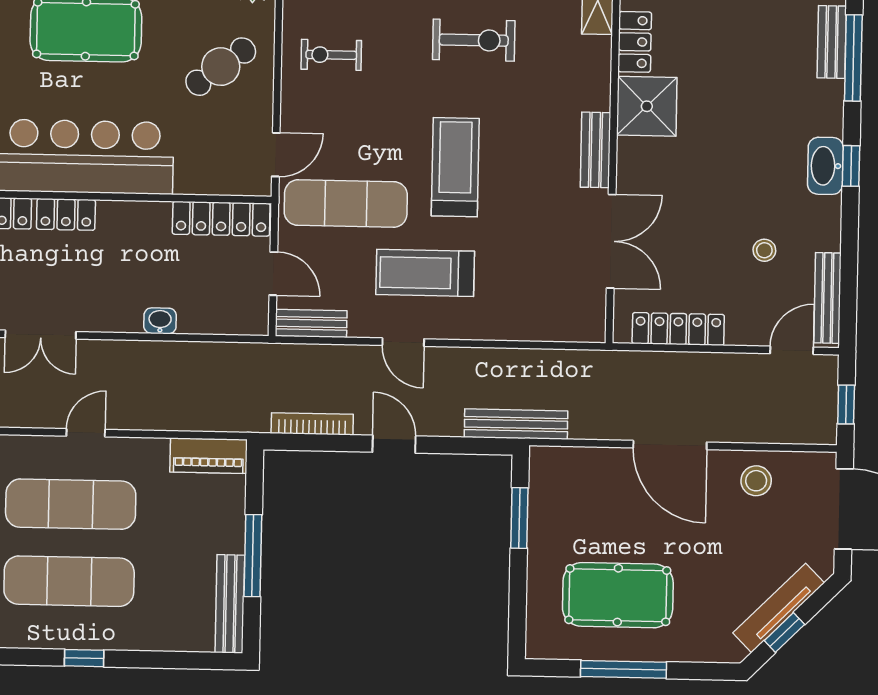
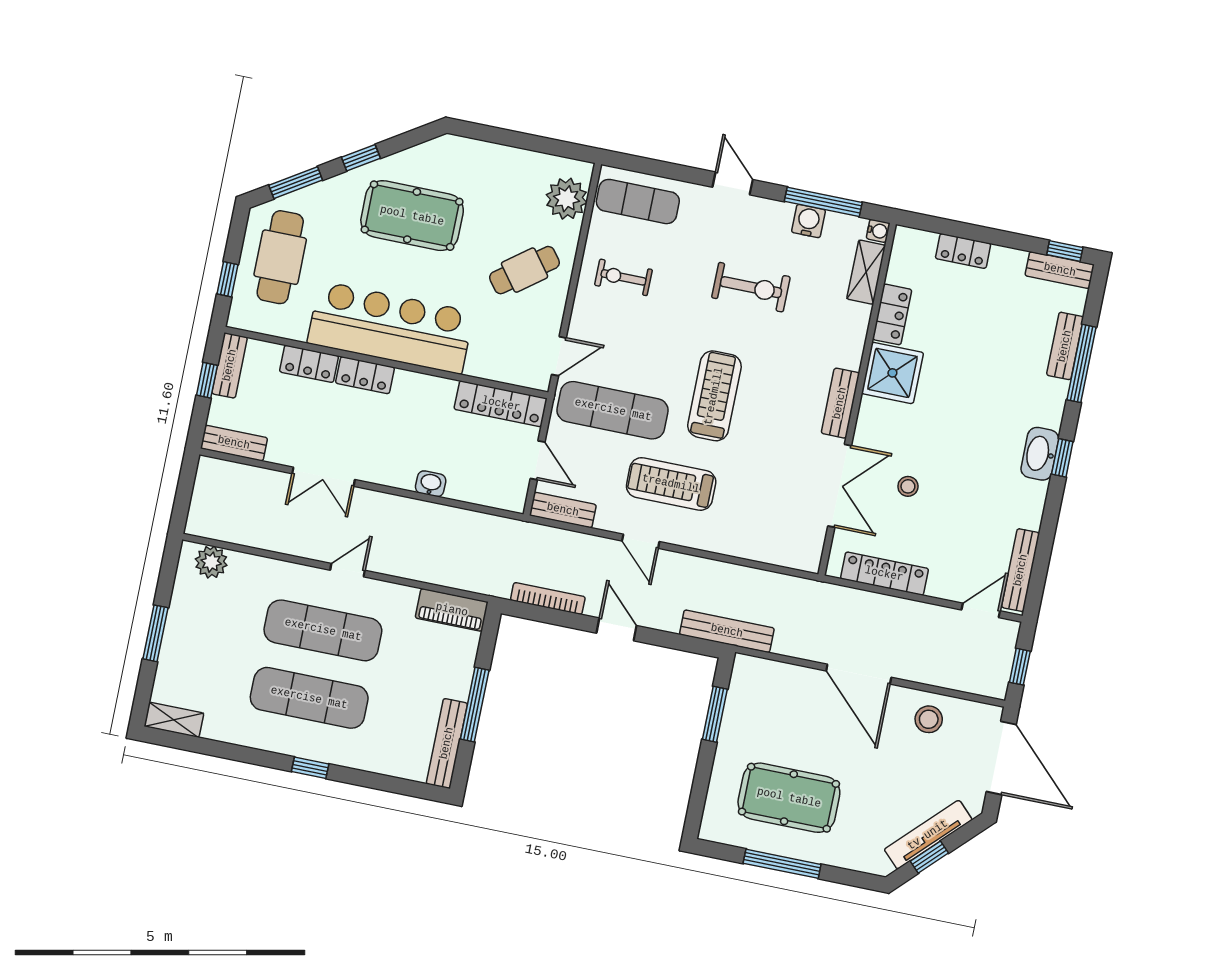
stool: (764, 250) -> (908, 486), moved

